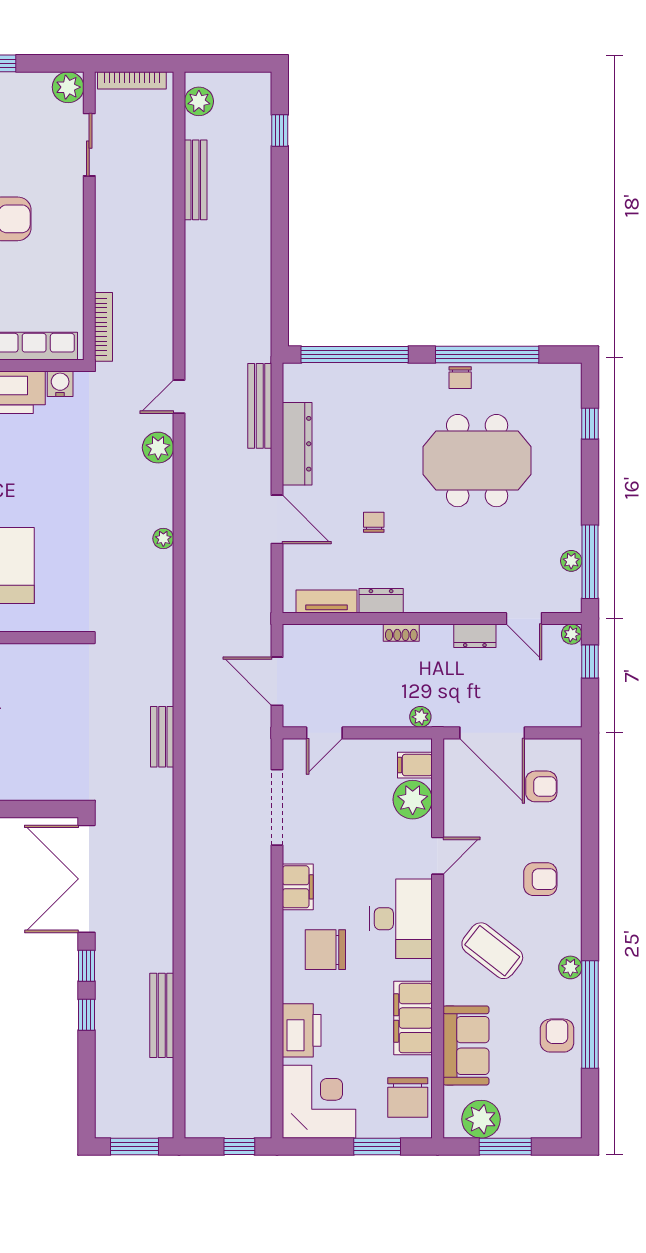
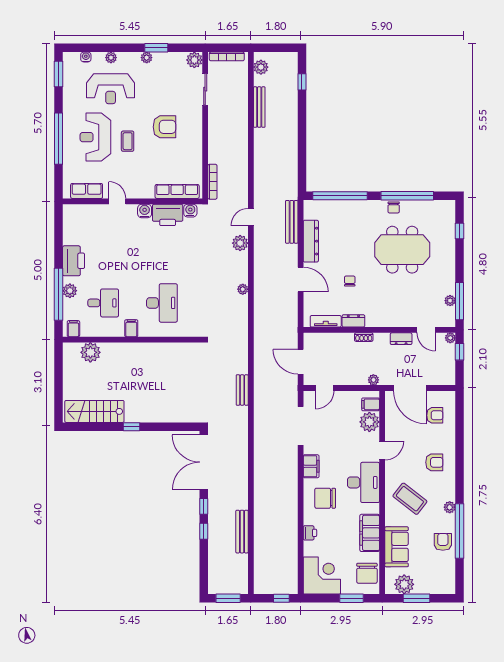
printer: (302, 1030) -> (310, 533), width x0.53, depth x0.68

